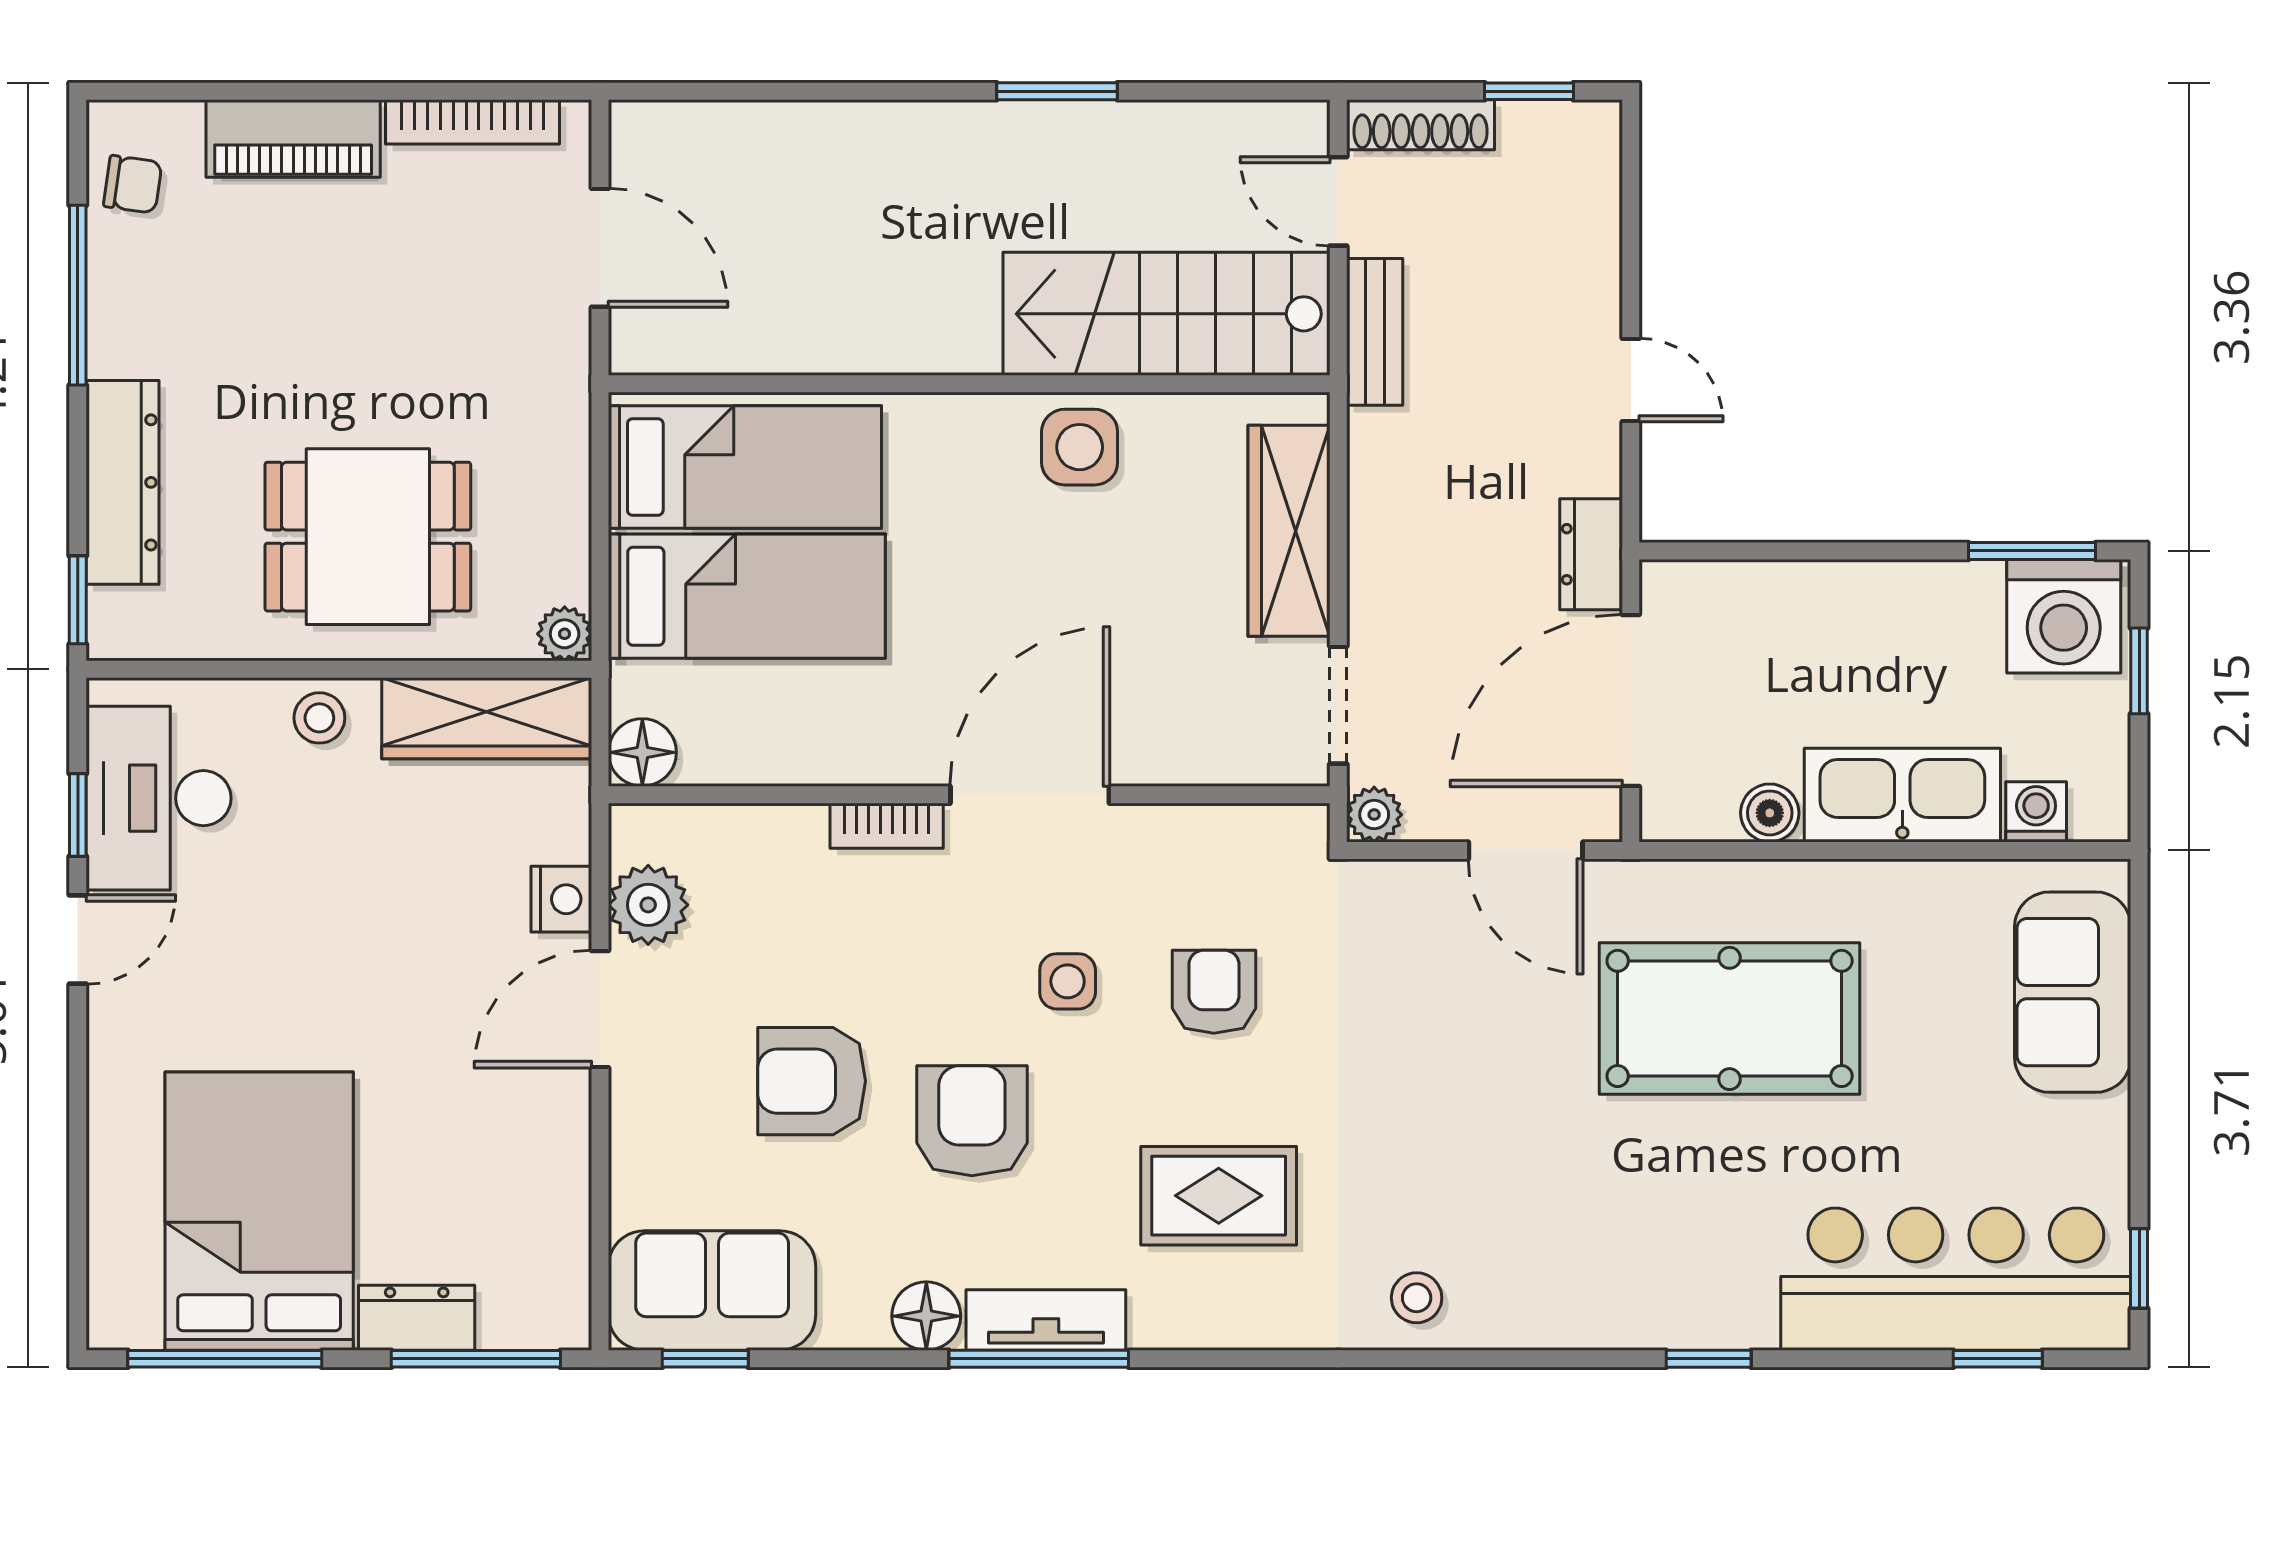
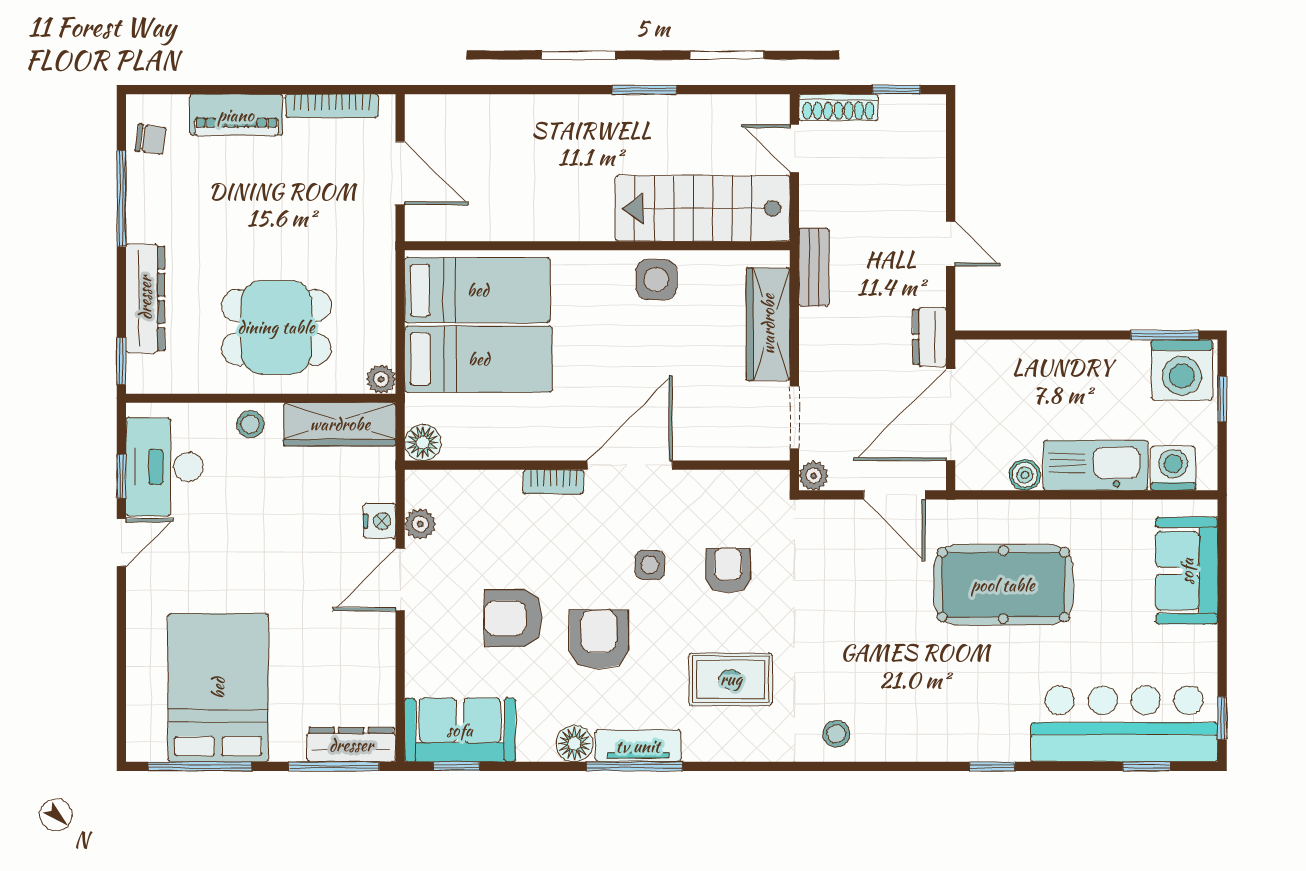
bench: (1375, 332) -> (814, 267), moved
washing machine: (2036, 812) -> (1173, 468), width x1.38, depth x1.38
plant: (648, 905) -> (420, 524), width x0.73, depth x0.73
dresser: (417, 1318) -> (351, 745), moved, width x1.44

